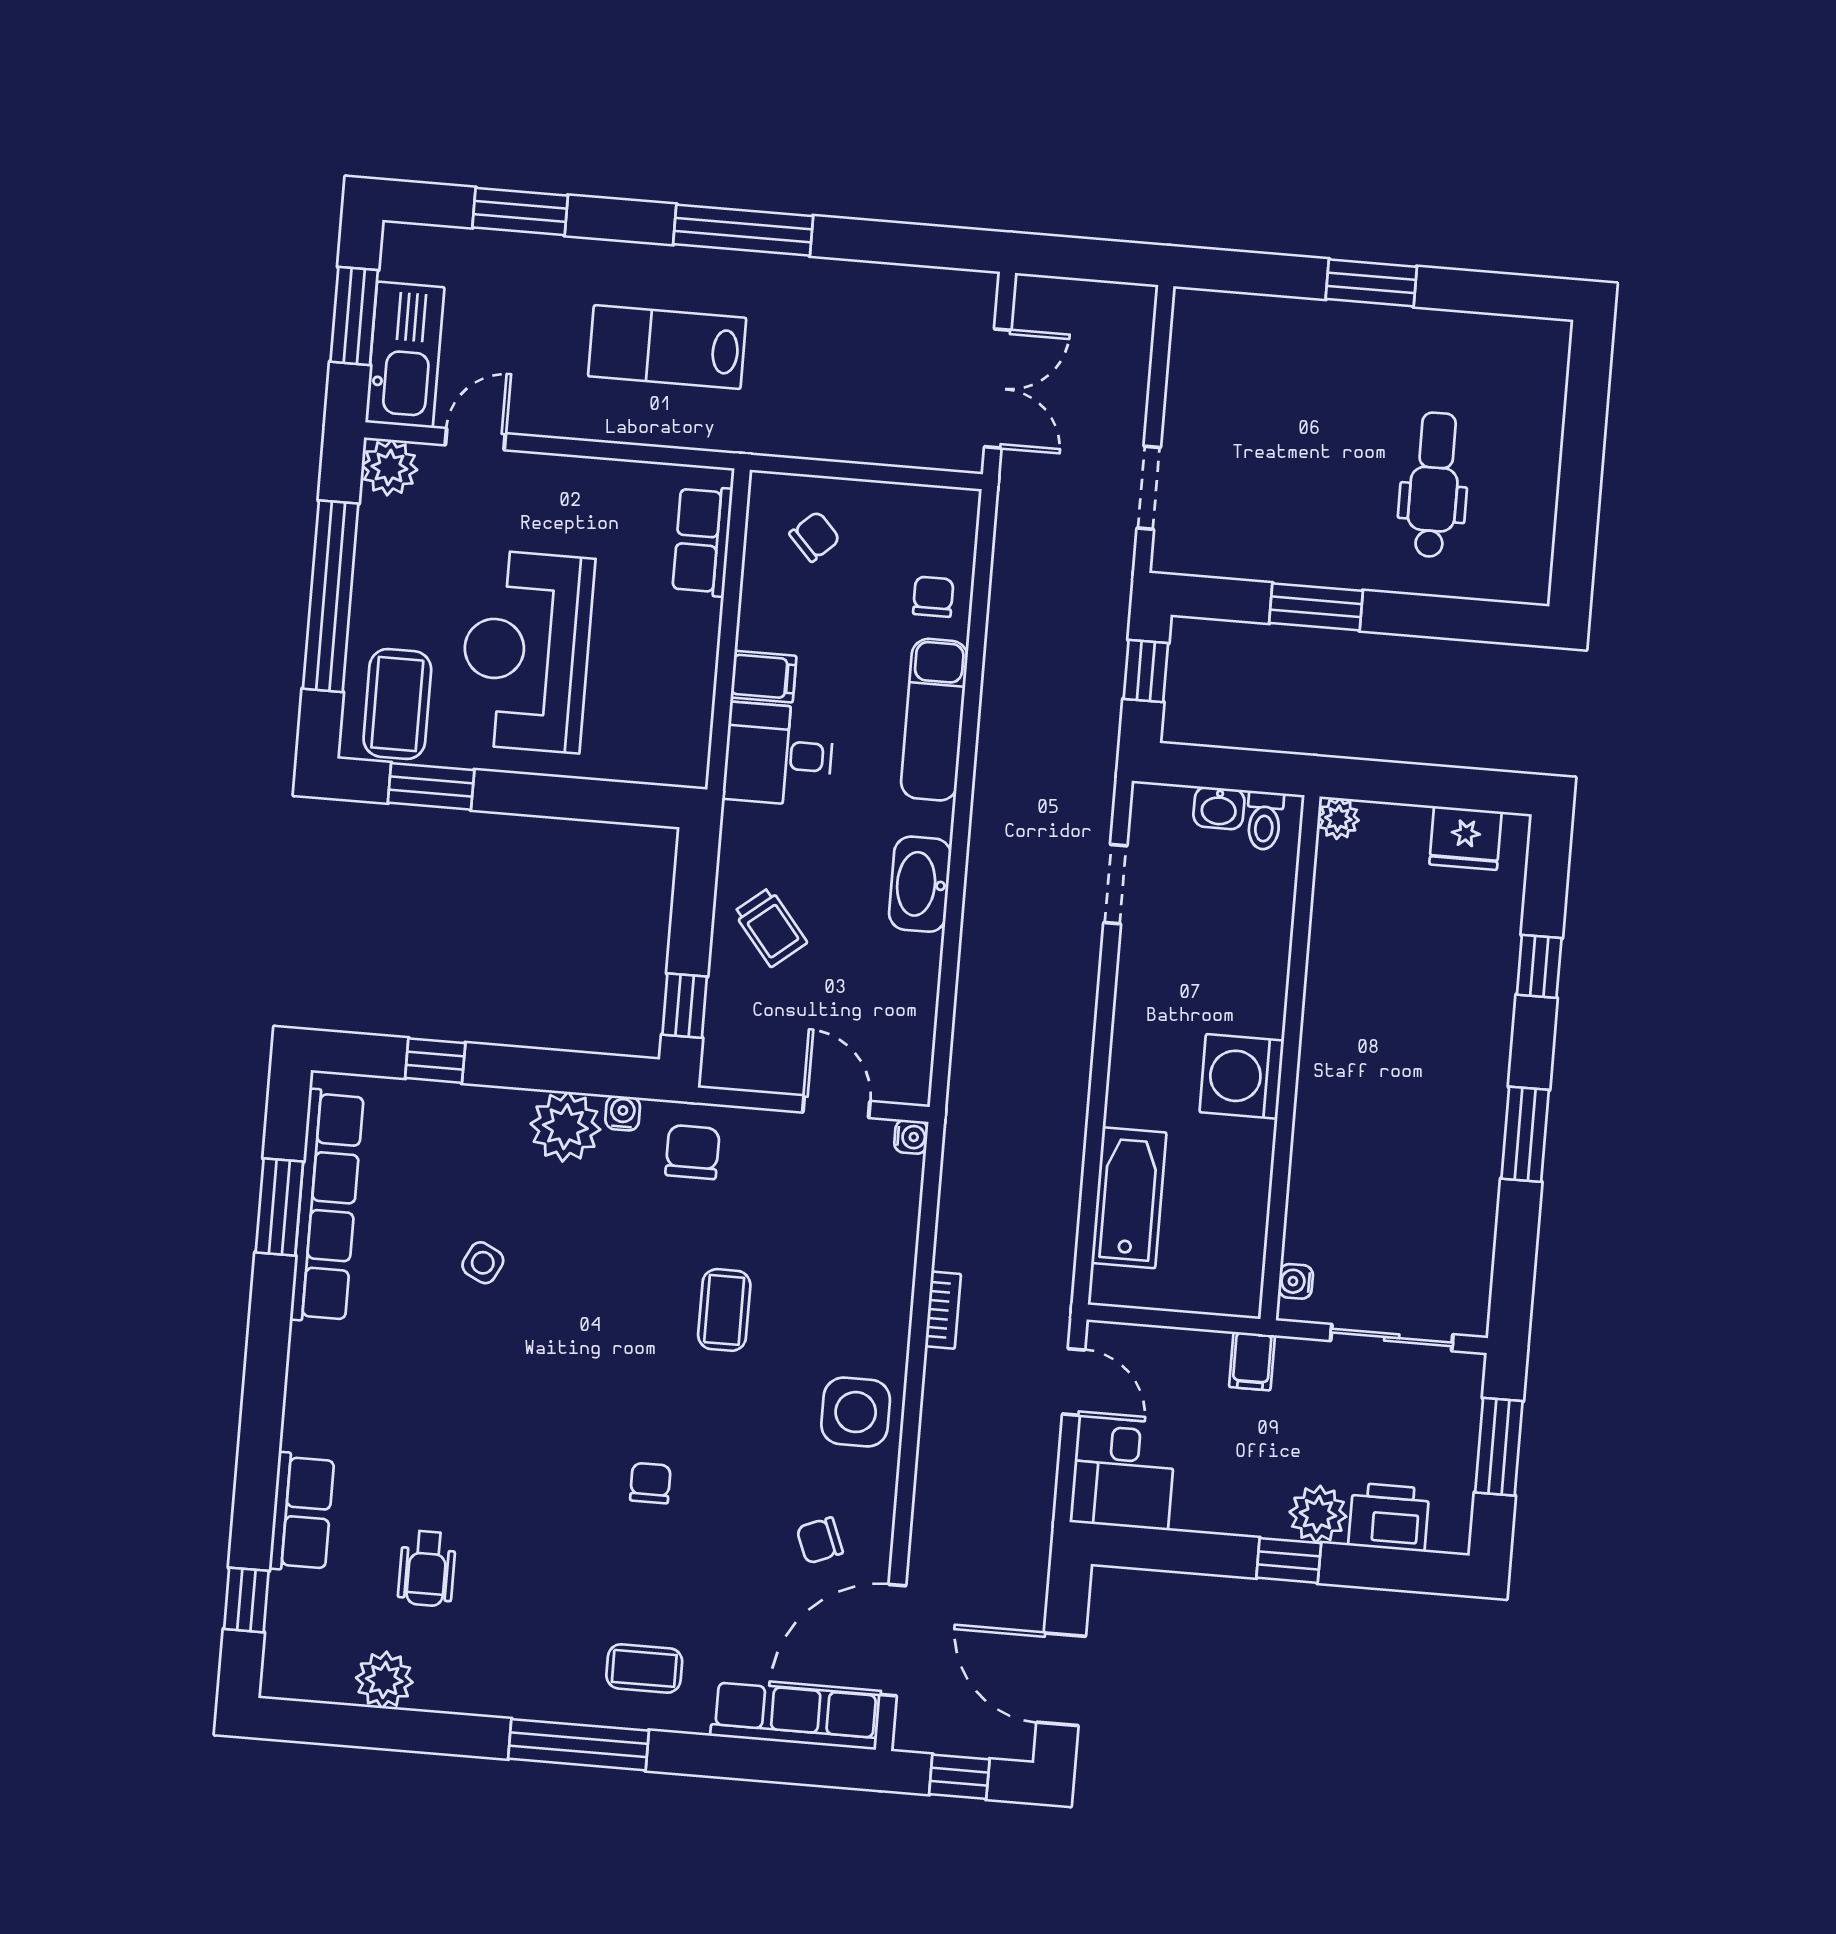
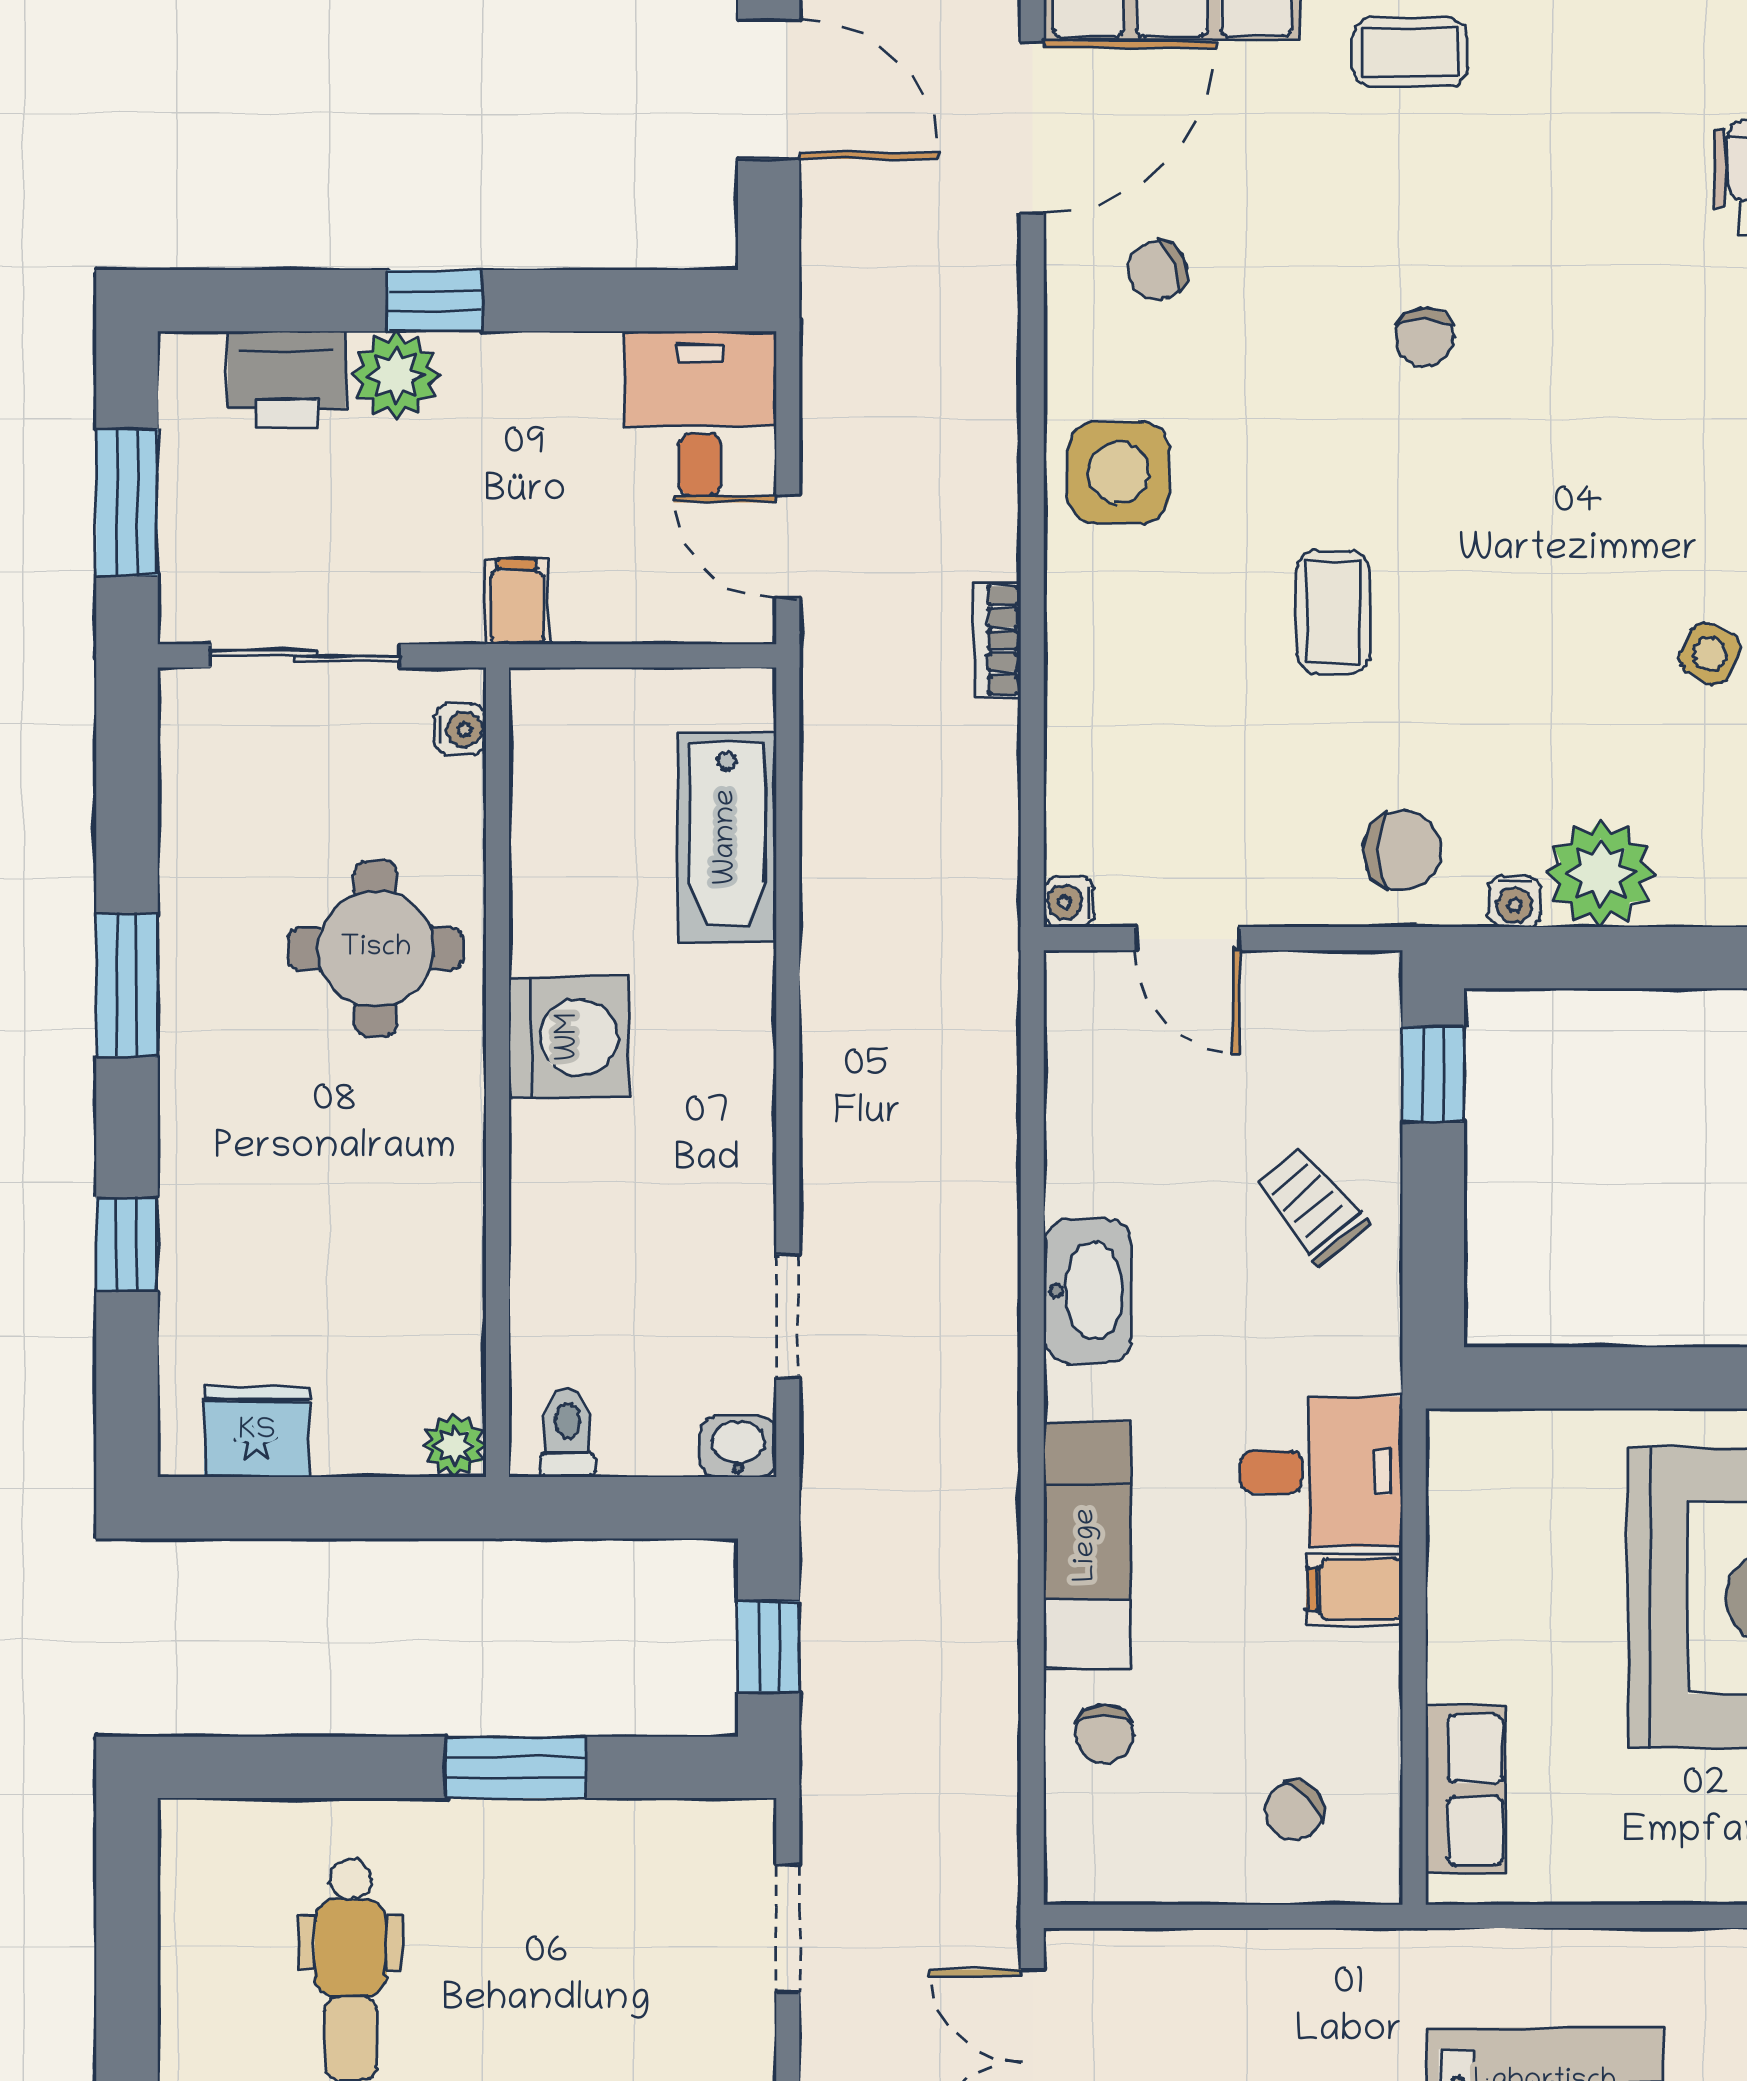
washbasin: (1219, 808) -> (738, 1446), moved
round table: (1362, 1144) -> (376, 949), added
chair: (692, 1152) -> (1402, 851), turned -90
chair: (820, 1540) -> (1157, 271), turned 180

